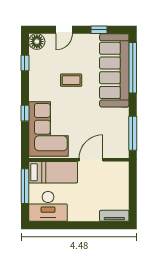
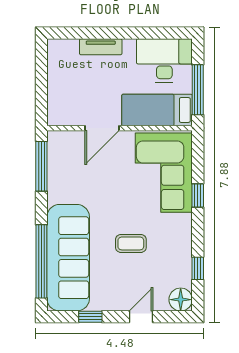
tv unit: (114, 216) -> (101, 47), moved

